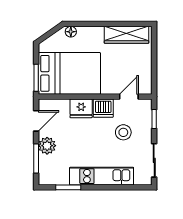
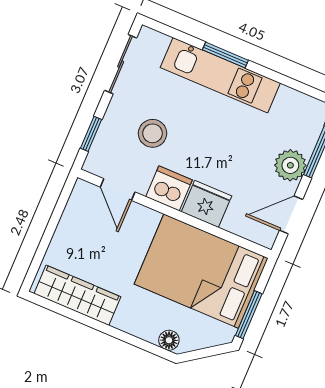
window: (36, 78) -> (249, 315), moved
door: (129, 97) -> (118, 190), hinge flipped
window: (68, 187) -> (225, 55), moved

